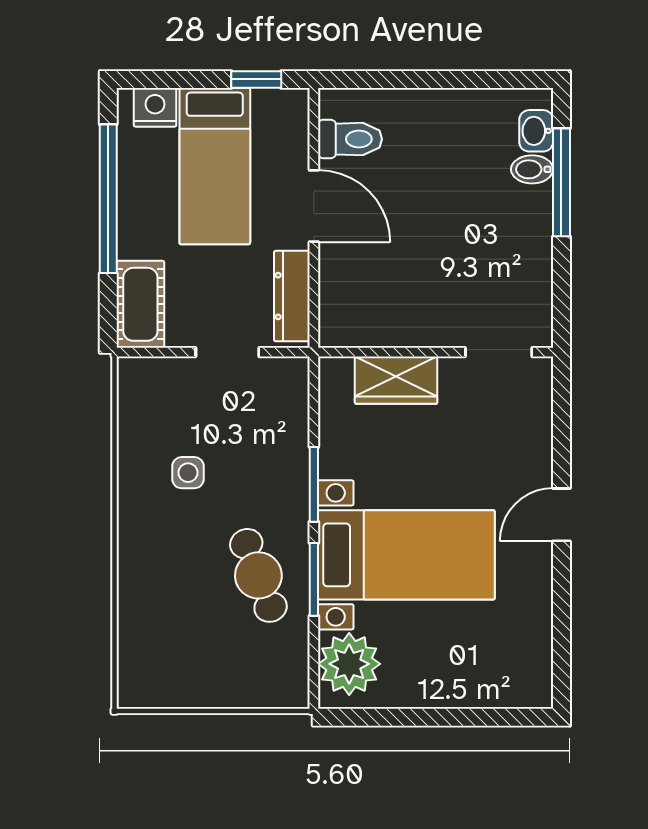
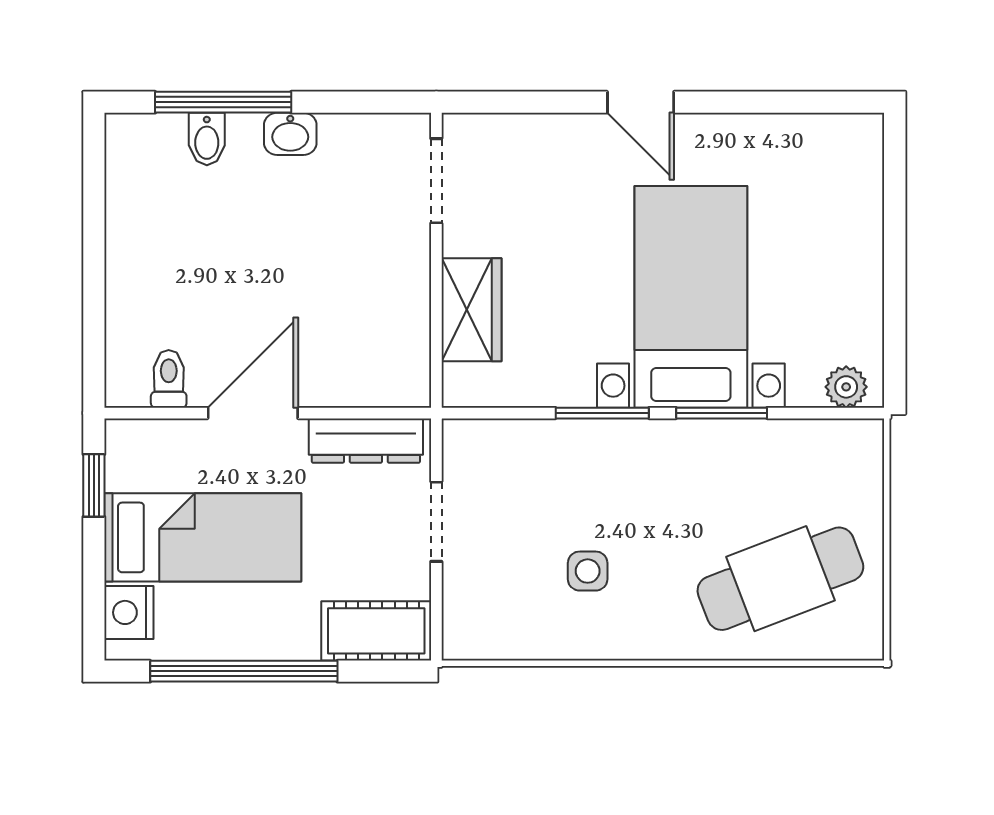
washbasin: (536, 131) -> (290, 134), moved
toilet: (350, 139) -> (169, 379), width x0.73, depth x0.72
cafe table: (258, 575) -> (780, 579), moved, width x1.37, depth x1.35
plant: (349, 664) -> (846, 387), width x0.53, depth x0.53

